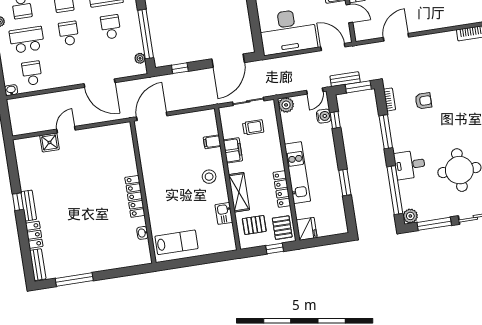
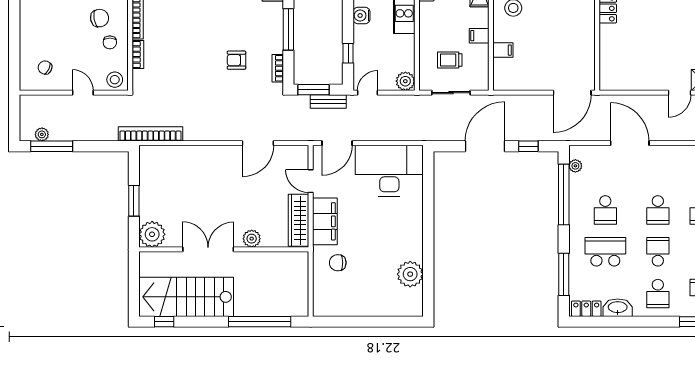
door: (333, 47) -> (337, 143), hinge flipped
door: (228, 61) -> (485, 146), moved
water cooler: (324, 116) -> (361, 16), moved
filing cabinet: (233, 150) -> (479, 36), width x0.50

